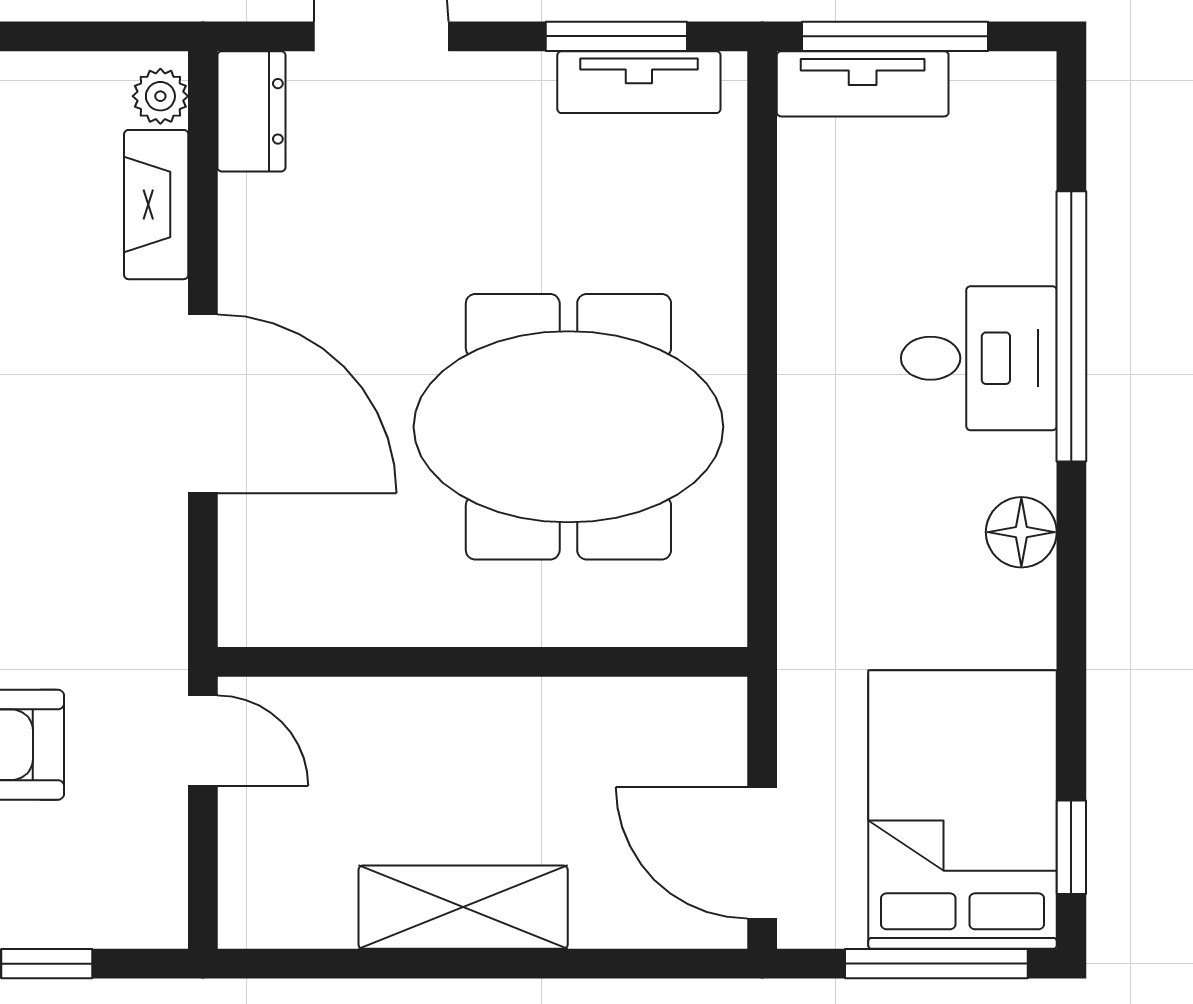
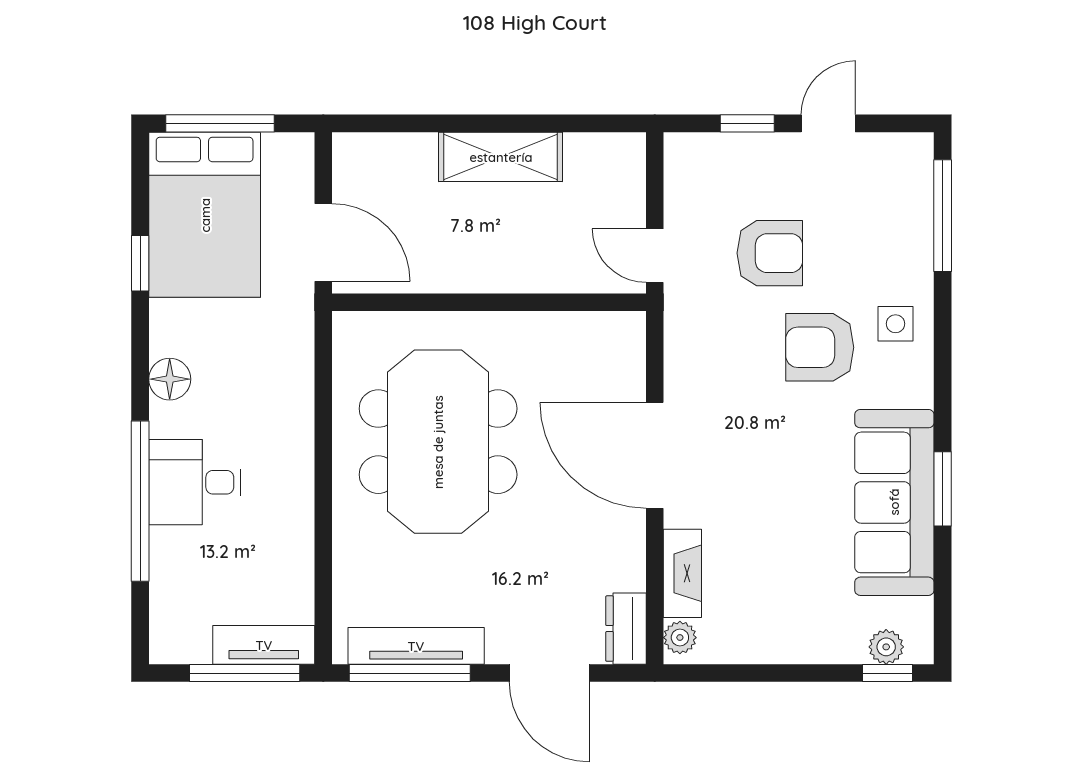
window: (616, 36) -> (410, 673), width x1.44
tv unit: (639, 82) -> (416, 646), width x1.41
meeting table: (568, 427) -> (438, 442), turned 90
window: (1071, 847) -> (140, 263), moved
door: (762, 853) -> (323, 242), moved

